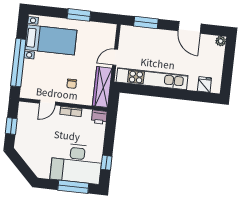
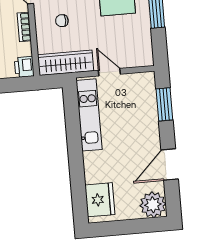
plant: (221, 41) -> (153, 205), width x1.88, depth x1.88
kitchen unit: (152, 79) -> (89, 115), width x0.73
fridge: (204, 85) -> (100, 200), width x1.88, depth x1.34

